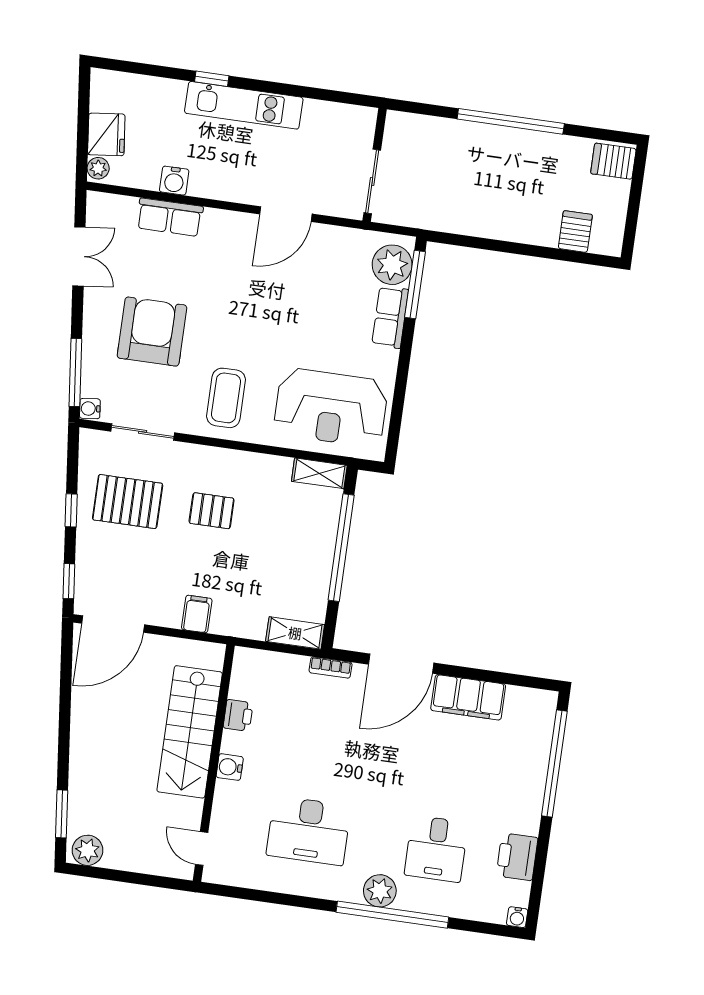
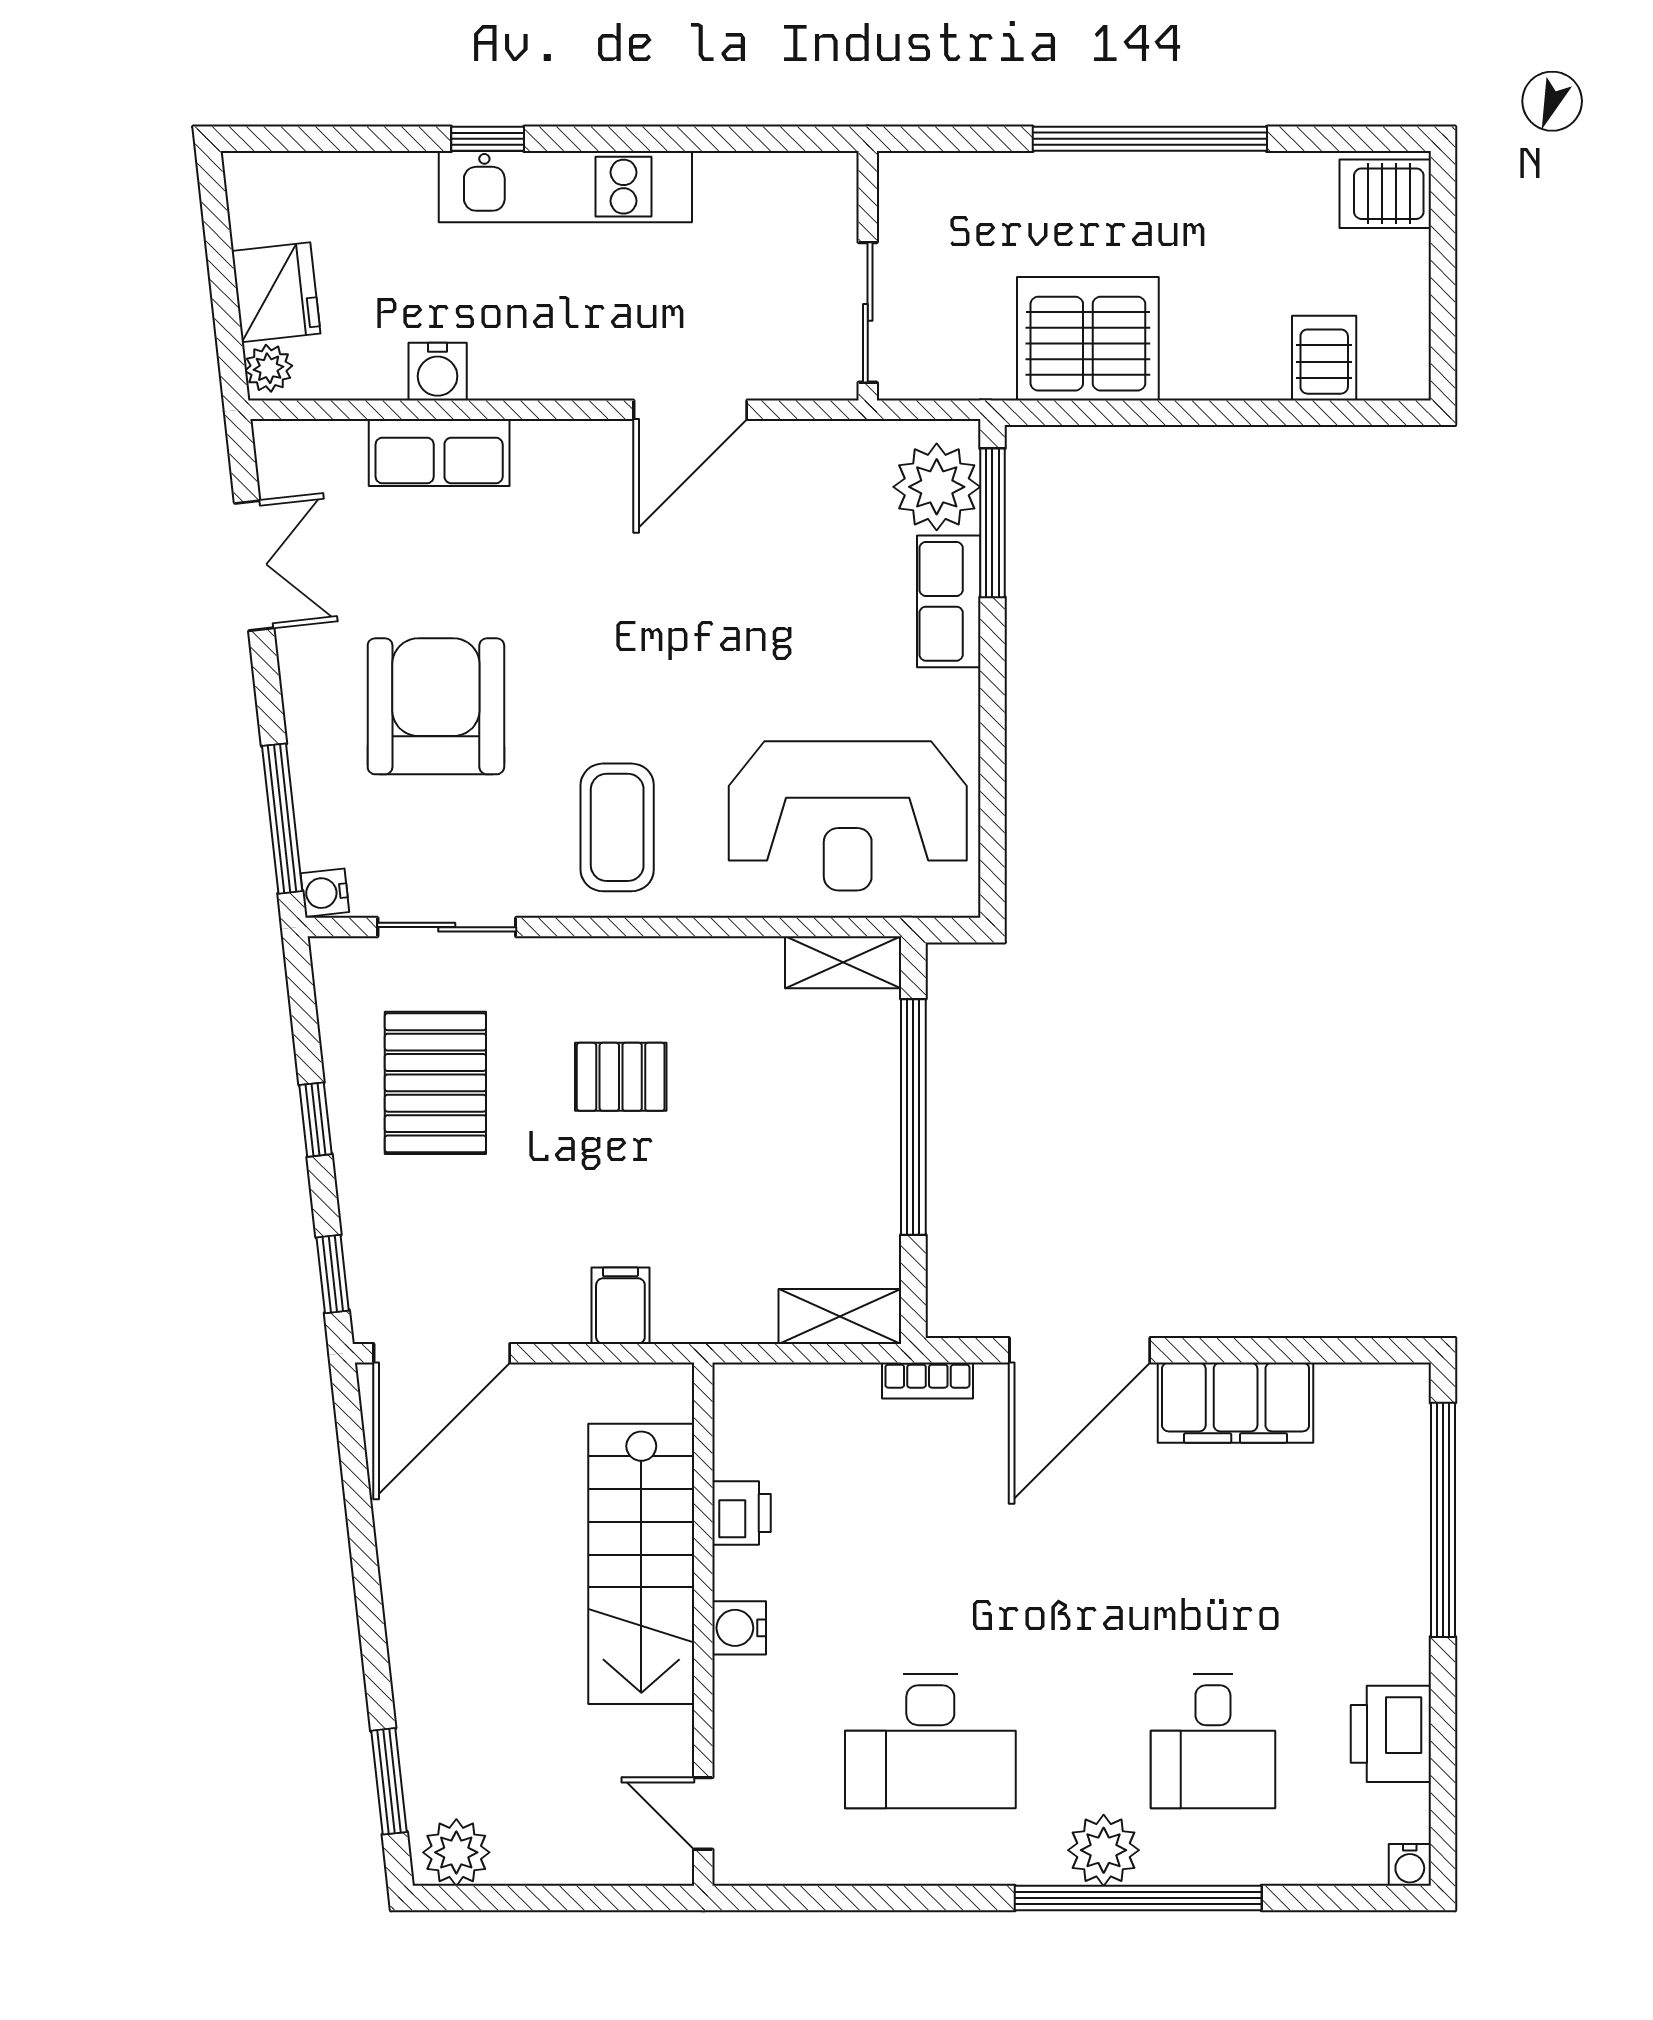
server rack: (470, 208) -> (1088, 339), added
pallet: (128, 502) -> (435, 1083), turned 90

